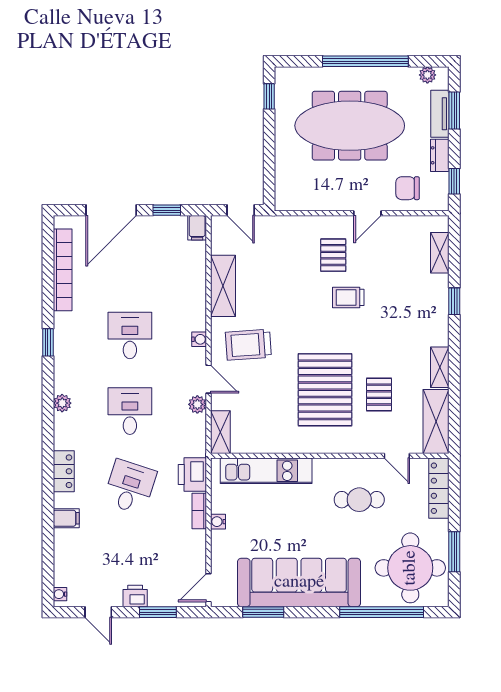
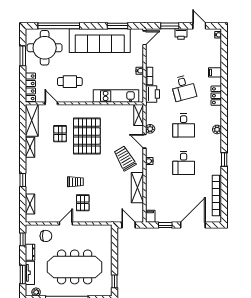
trolley: (248, 345) -> (125, 158), turned -116
desk: (130, 487) -> (184, 88), turned -33

